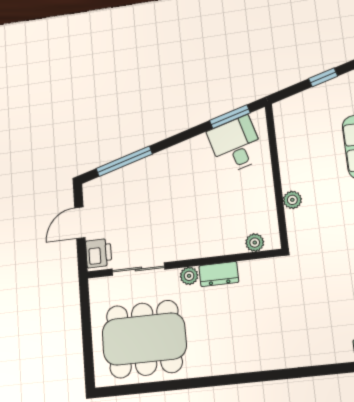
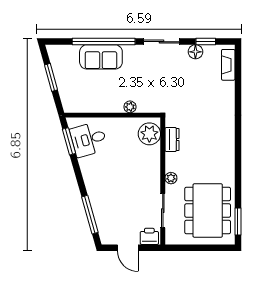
window: (323, 77) -> (51, 77), width x1.50
plant: (255, 243) -> (149, 134), width x1.88, depth x1.88
dresser: (219, 274) -> (172, 140), moved
window: (131, 389) -> (238, 222), added

